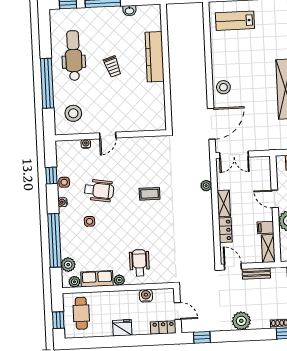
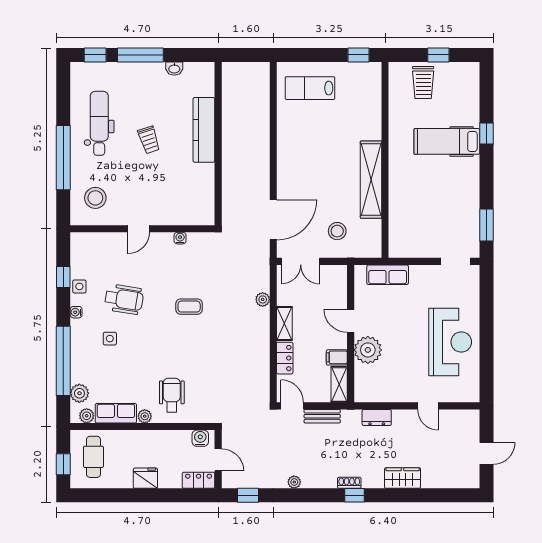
stool: (223, 87) -> (337, 231), moved
water cooler: (86, 144) -> (180, 238), moved
water cooler: (146, 296) -> (200, 438), moved
plant: (241, 321) -> (294, 482), width x0.53, depth x0.53

